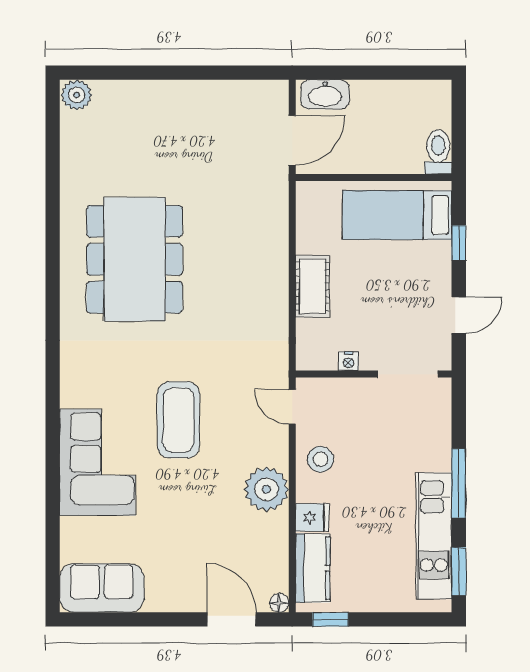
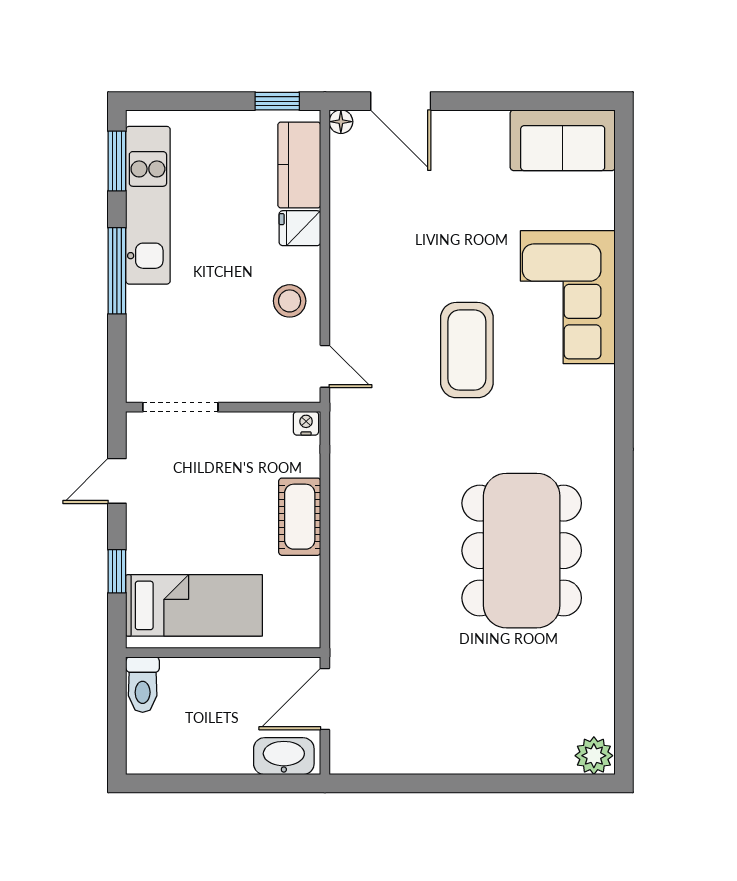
nightstand: (348, 361) -> (306, 423), moved
plant: (266, 489) -> (357, 263), removed

